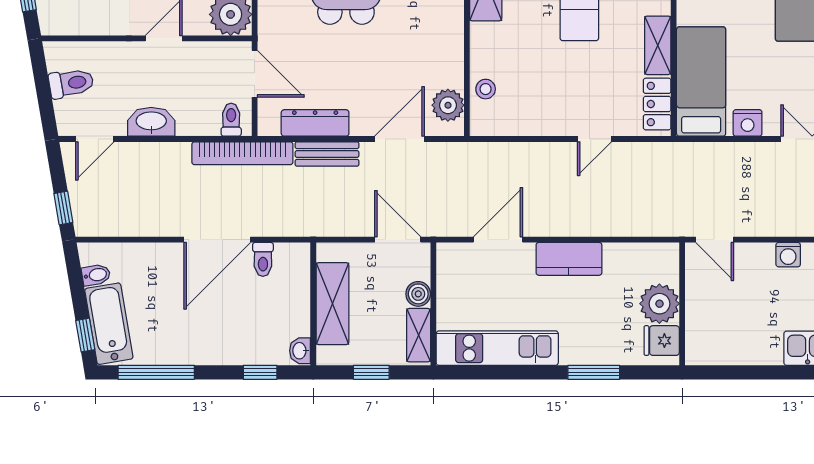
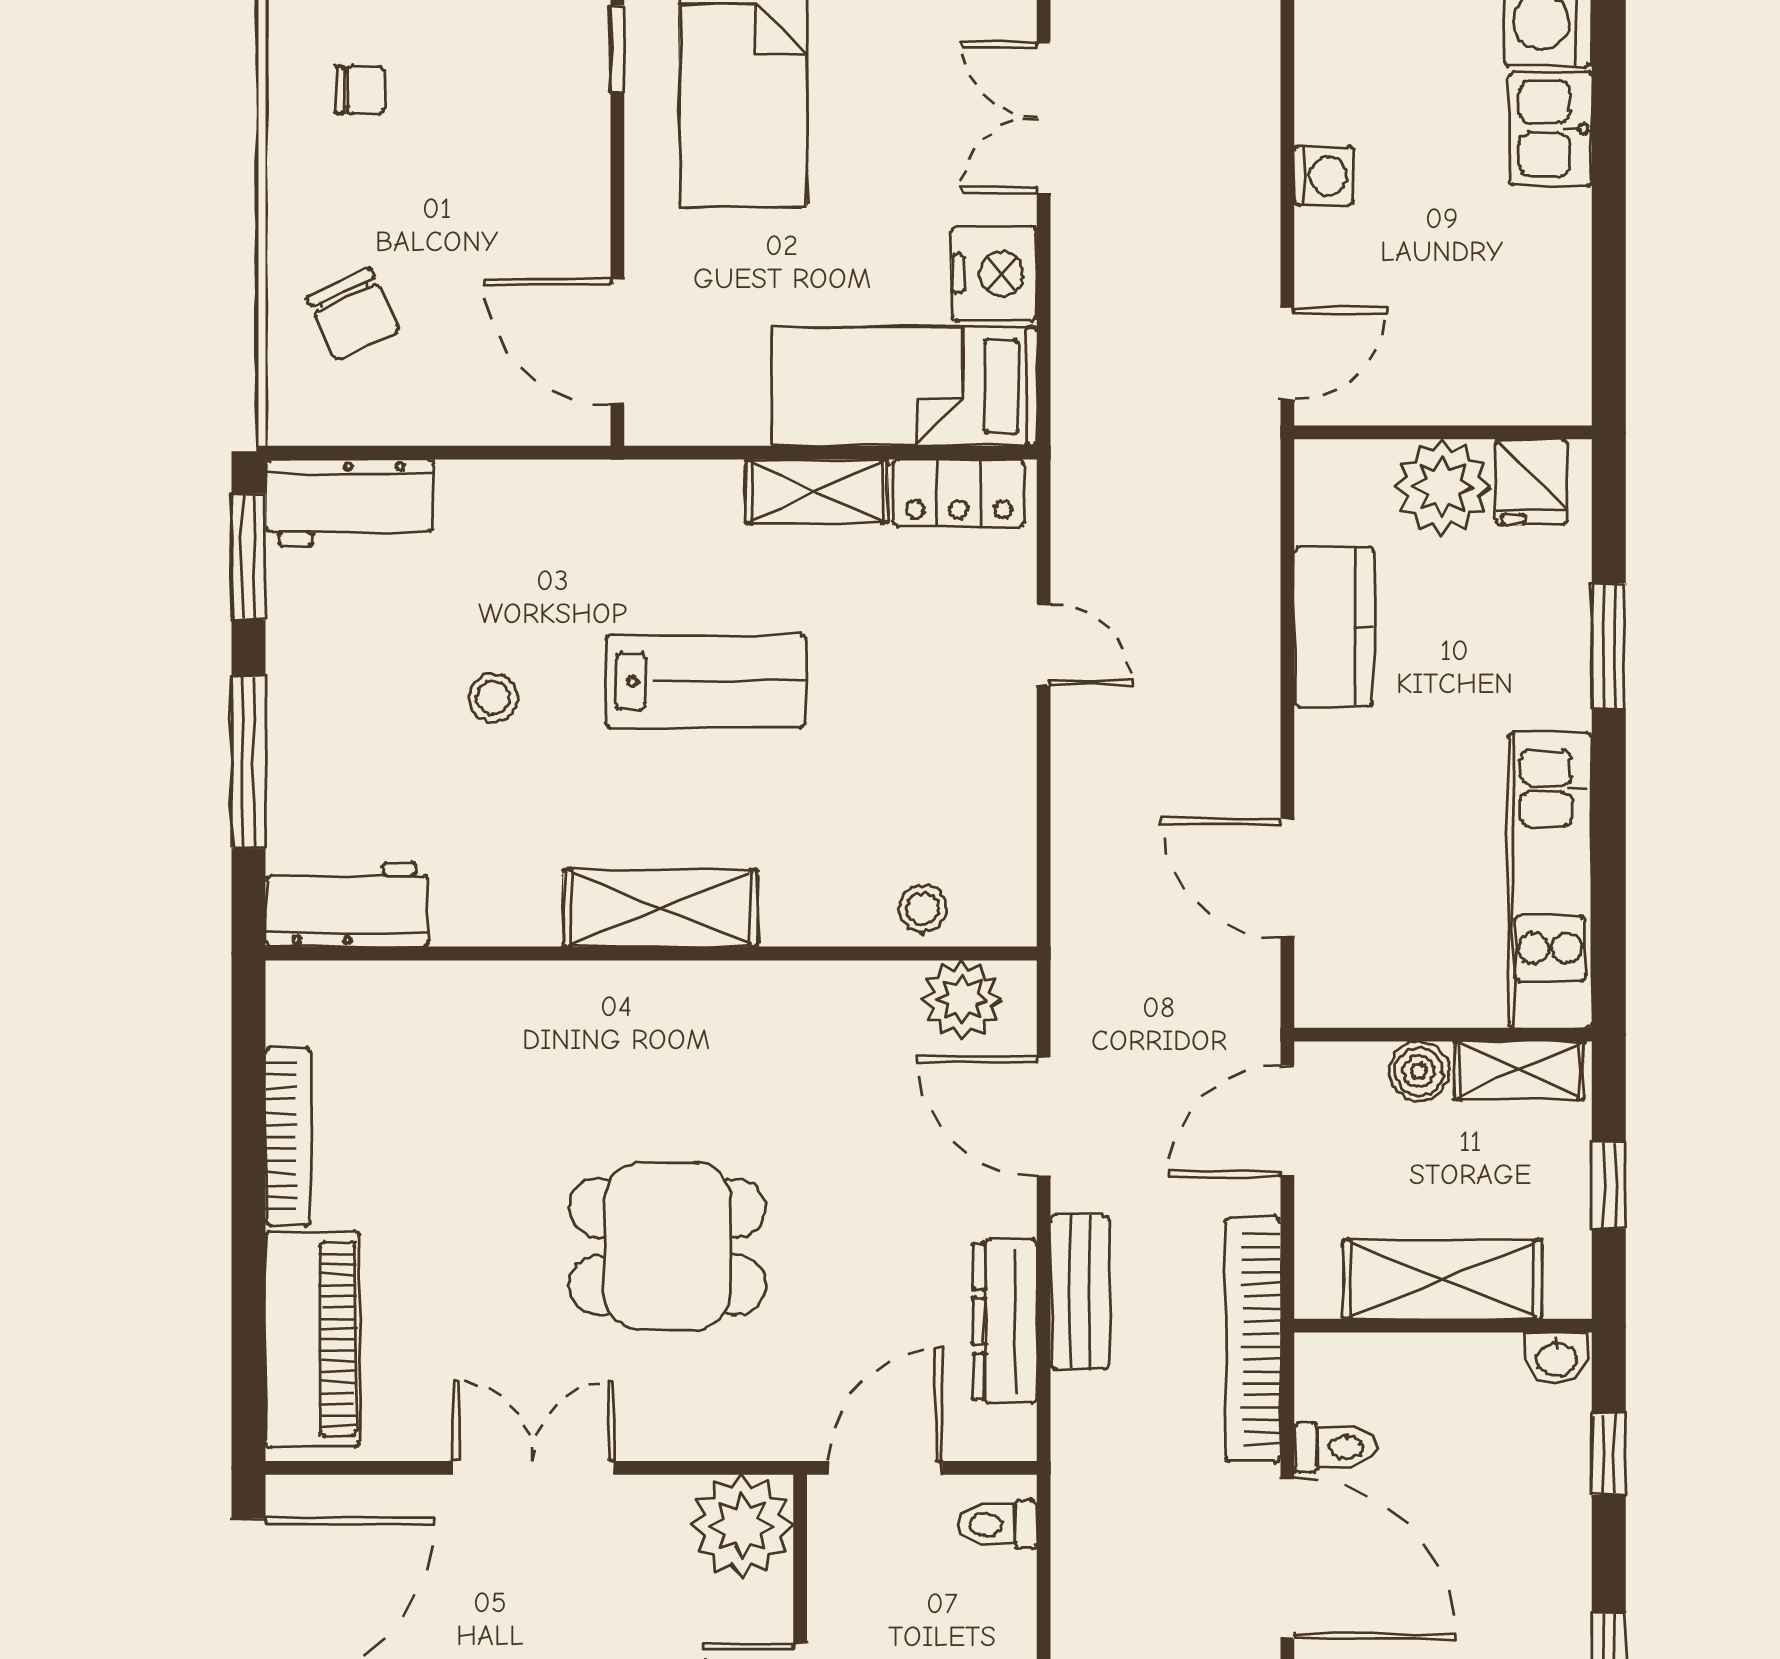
nightstand: (748, 123) -> (994, 274), width x1.36, depth x1.33
bookcase: (242, 153) -> (1253, 1340), moved, turned 180
kitchen counter: (569, 259) -> (1334, 627), moved

